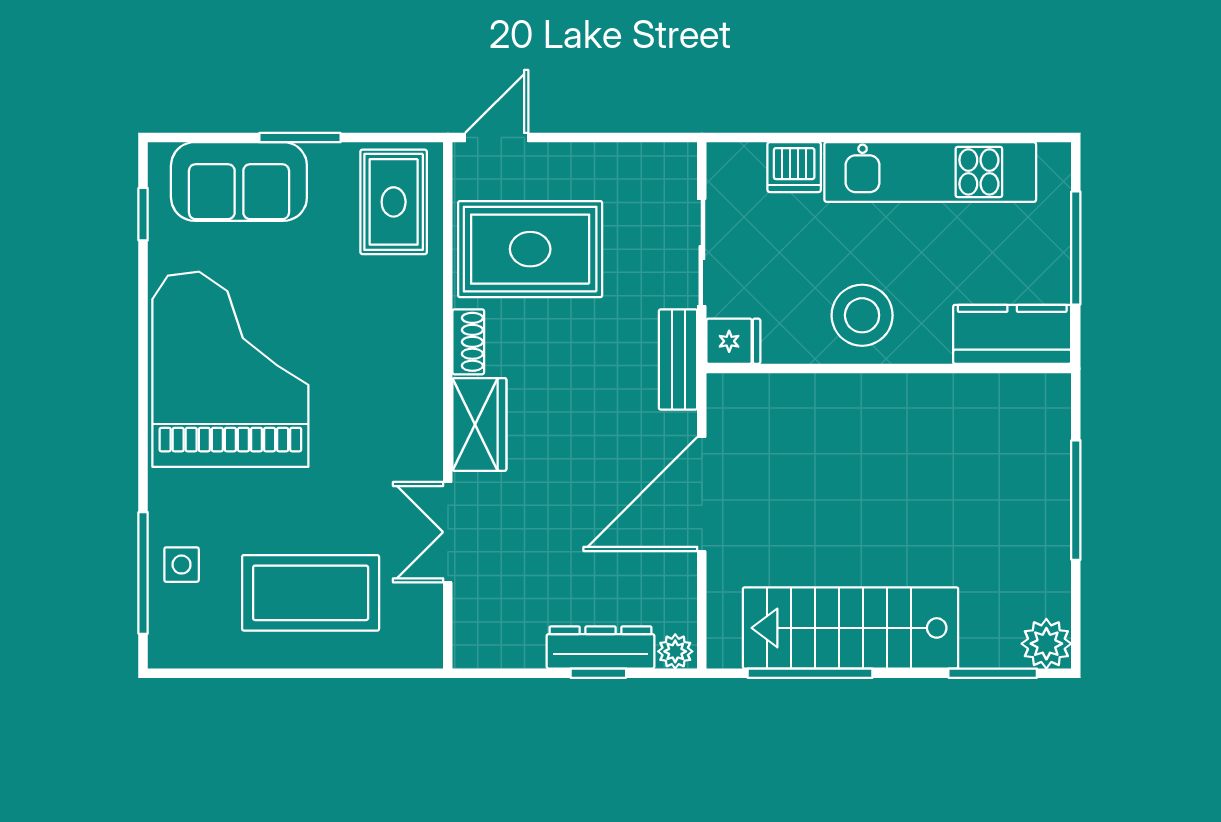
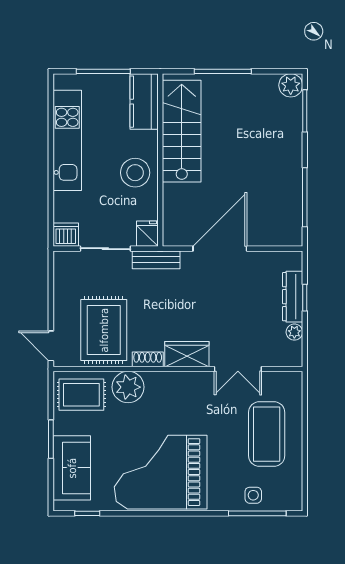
dishwasher: (794, 167) -> (66, 235), moved, turned -90
plant: (410, 300) -> (128, 387), added
door: (702, 494) -> (220, 249), swing flipped
stairs: (851, 628) -> (182, 131), moved, turned 180
plant: (675, 651) -> (294, 332), moved

